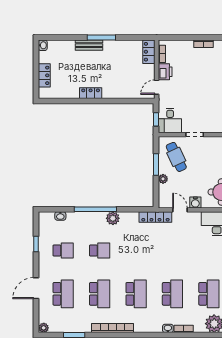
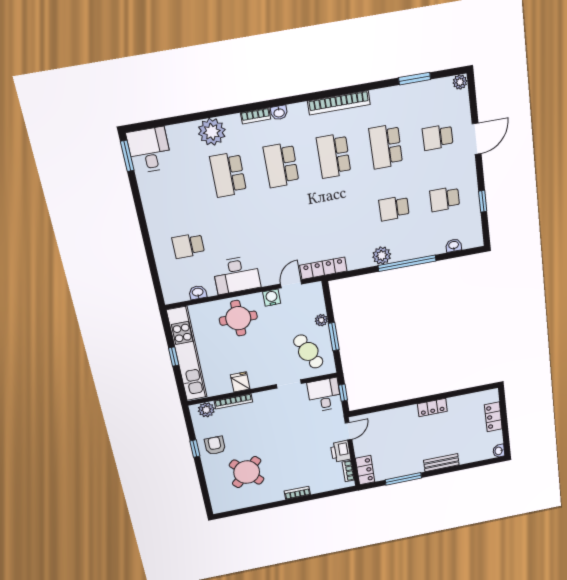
window: (101, 38) -> (403, 479), moved
door: (180, 210) -> (291, 284), swing flipped
school desk: (63, 294) -> (438, 137), width x0.54
bookcase: (112, 328) -> (339, 103), moved

